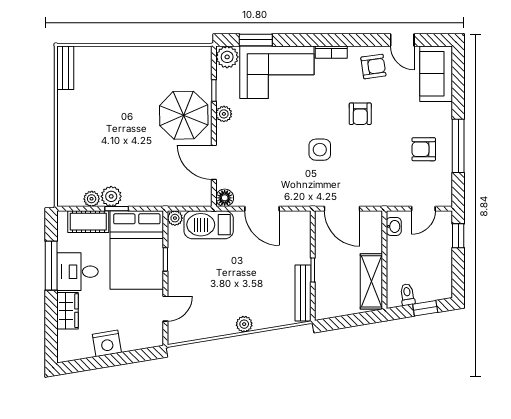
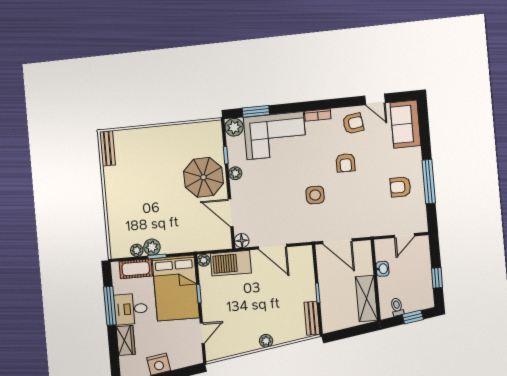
washbasin: (394, 226) -> (382, 269), moved
window: (458, 236) -> (437, 278), moved
bench: (303, 293) -> (312, 318), width x0.73

